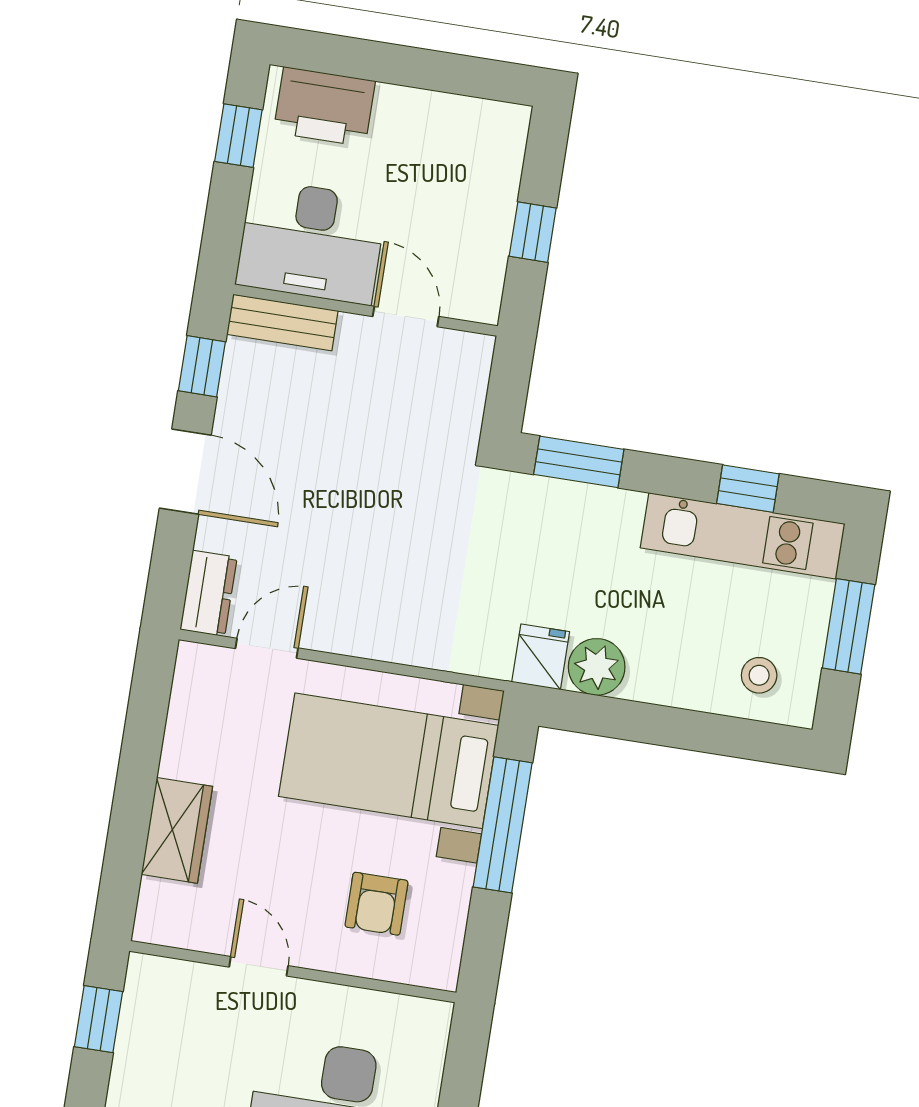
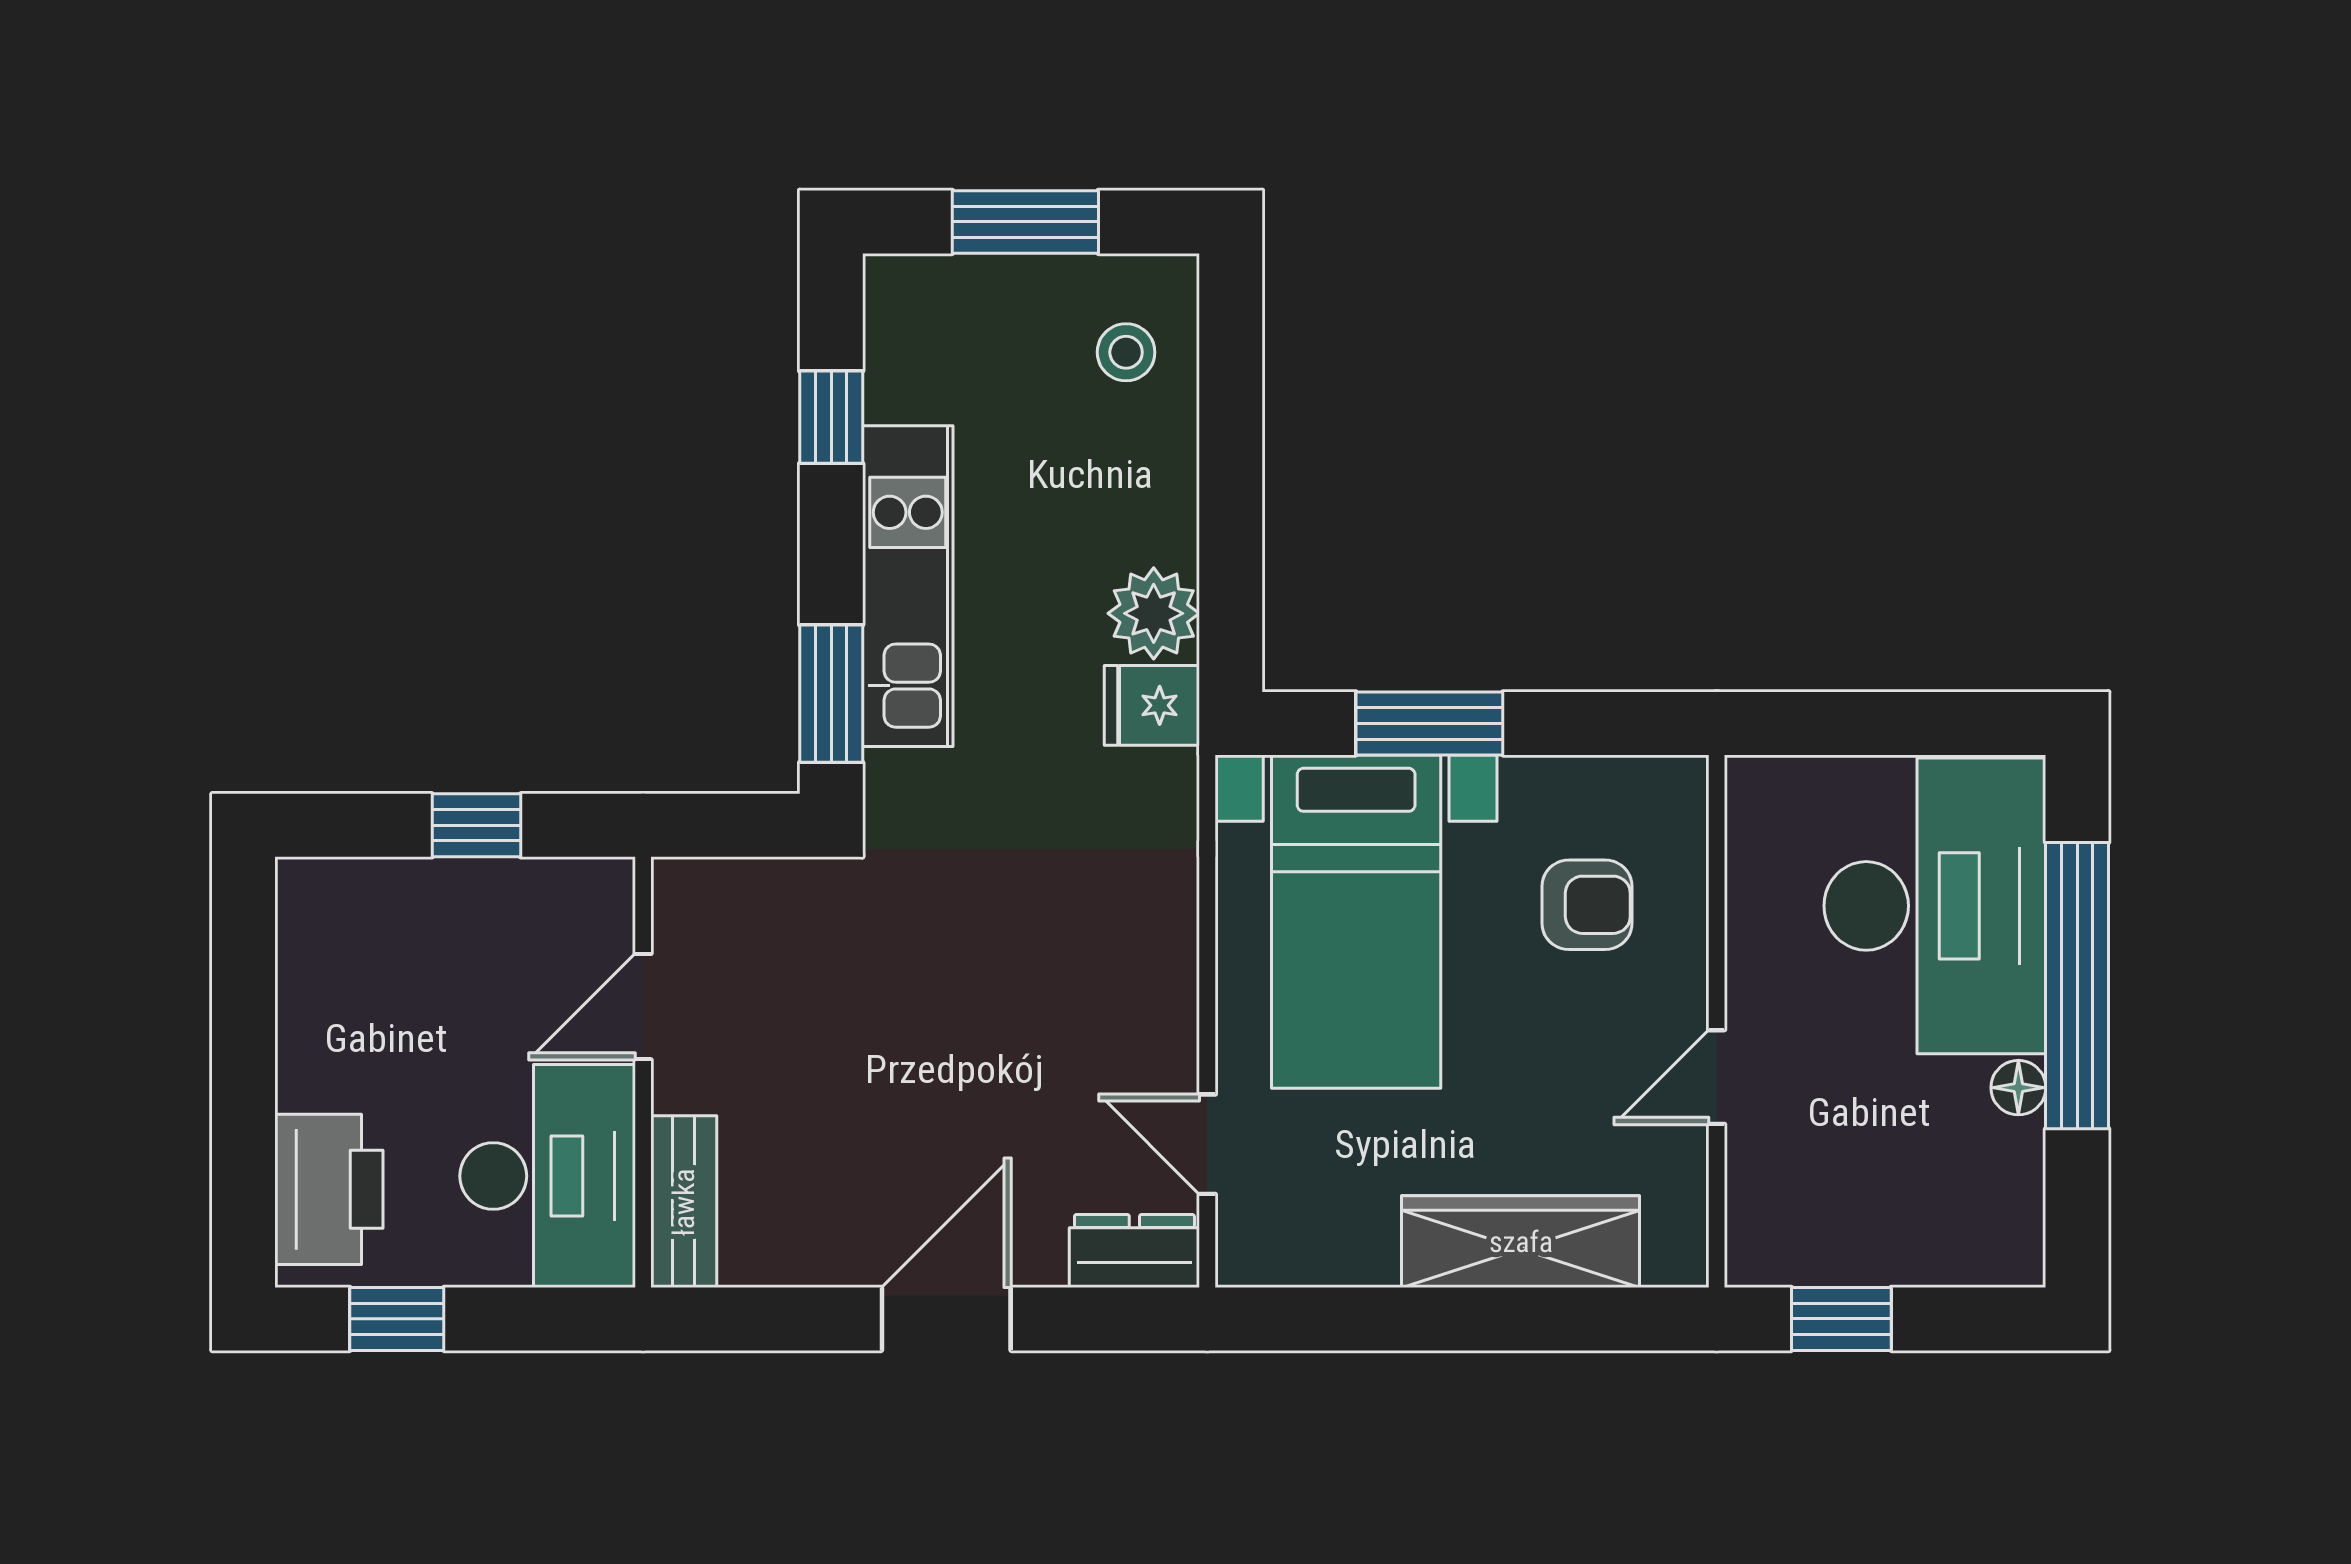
window: (202, 366) -> (774, 1319), removed
kitchen unit: (743, 536) -> (908, 586), moved
window: (503, 825) -> (1429, 723), width x0.69
wardrobe: (177, 830) -> (1521, 1242), width x1.50

